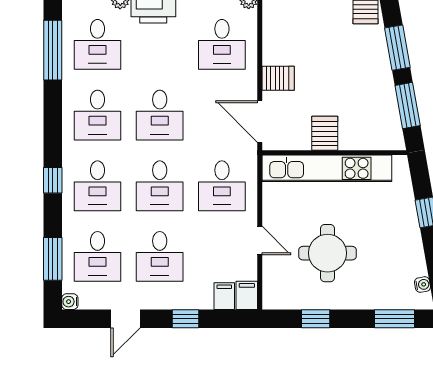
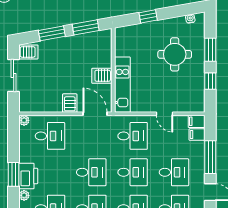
door: (260, 122) -> (95, 114), swing flipped
kitchen unit: (327, 168) -> (122, 85), width x0.73
door: (260, 240) -> (165, 114), swing flipped
round table: (328, 253) -> (175, 54), moved
window: (186, 319) -> (210, 157), width x2.17
window: (394, 319) -> (210, 50), moved

